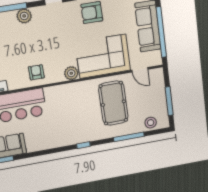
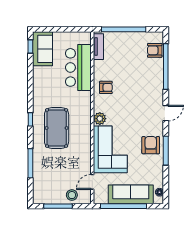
plant: (24, 16) -> (157, 85), removed
pool table: (113, 103) -> (57, 128), moved, turned 90
stool: (151, 123) -> (72, 195), moved

